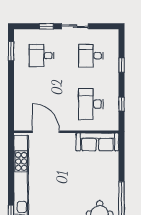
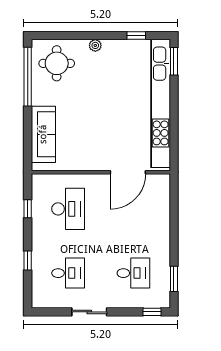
window: (46, 26) -> (152, 312), moved
door: (46, 132) -> (128, 172), hinge flipped
sofa: (97, 142) -> (43, 134), moved, turned 90

